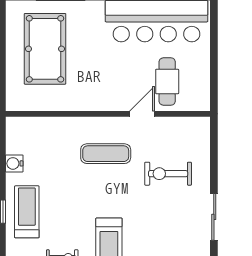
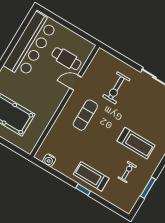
door: (142, 114) -> (76, 83), hinge flipped
water cooler: (14, 163) -> (49, 160), moved

